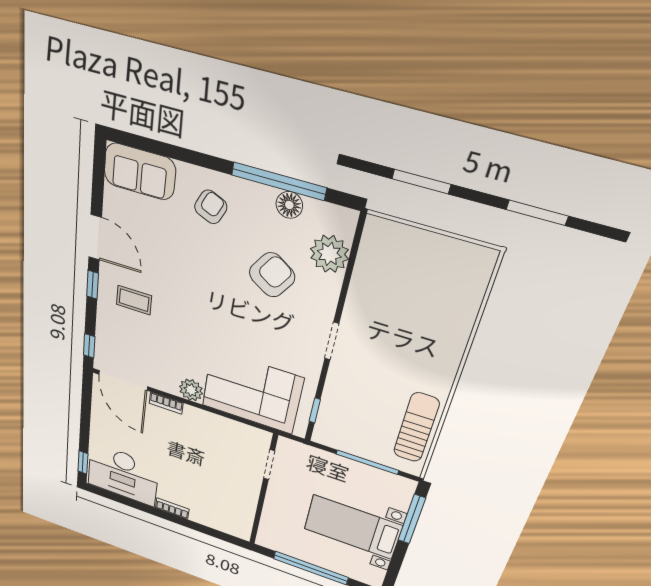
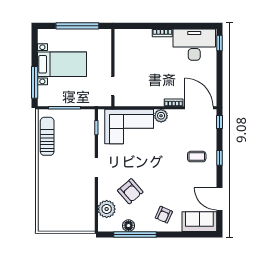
door: (95, 237) -> (220, 199), moved
armchair: (272, 275) -> (130, 191), turned -75
sun lounger: (416, 428) -> (47, 136), turned 180

